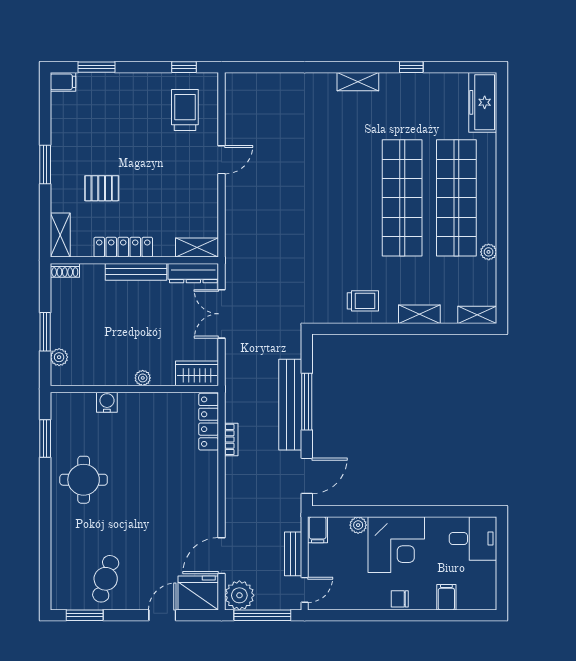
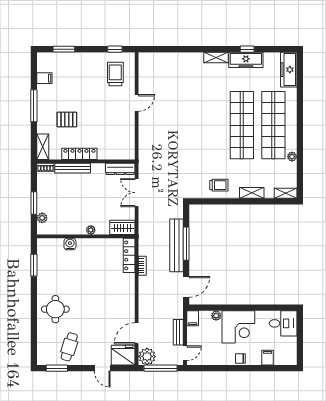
filing cabinet: (63, 82) -> (44, 78), moved
freezer: (409, 86) -> (246, 60), added
window: (45, 165) -> (34, 106), width x1.44
shelving: (197, 247) -> (122, 154), removed
bench: (136, 272) -> (73, 168), moved
round table: (84, 480) -> (55, 309), moved
door: (162, 615) -> (102, 368), swing flipped

